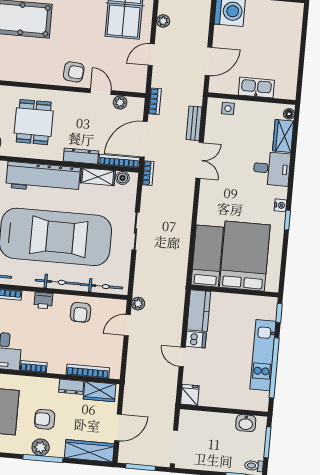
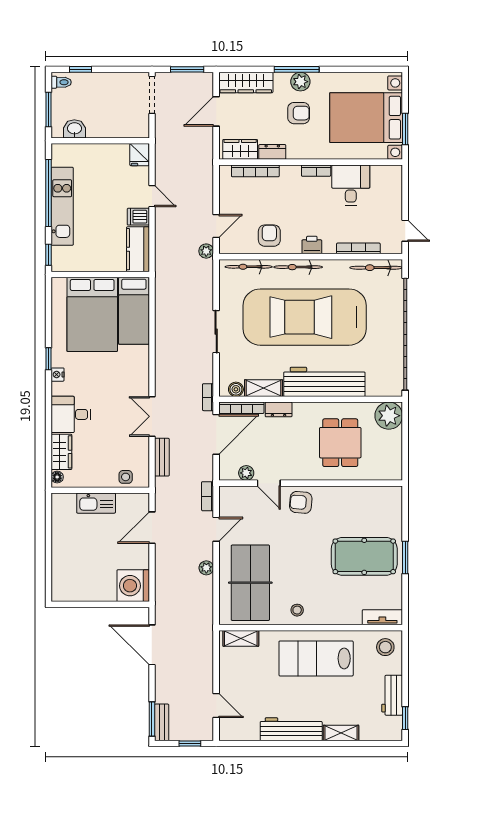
bookcase: (155, 101) -> (208, 496), moved
dresser: (81, 156) -> (279, 409), width x0.70

